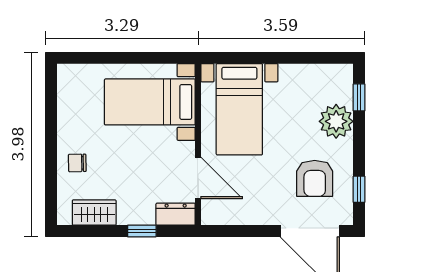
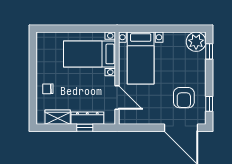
plant: (336, 121) -> (196, 42), moved
dresser: (176, 214) -> (87, 118), moved, width x1.44

